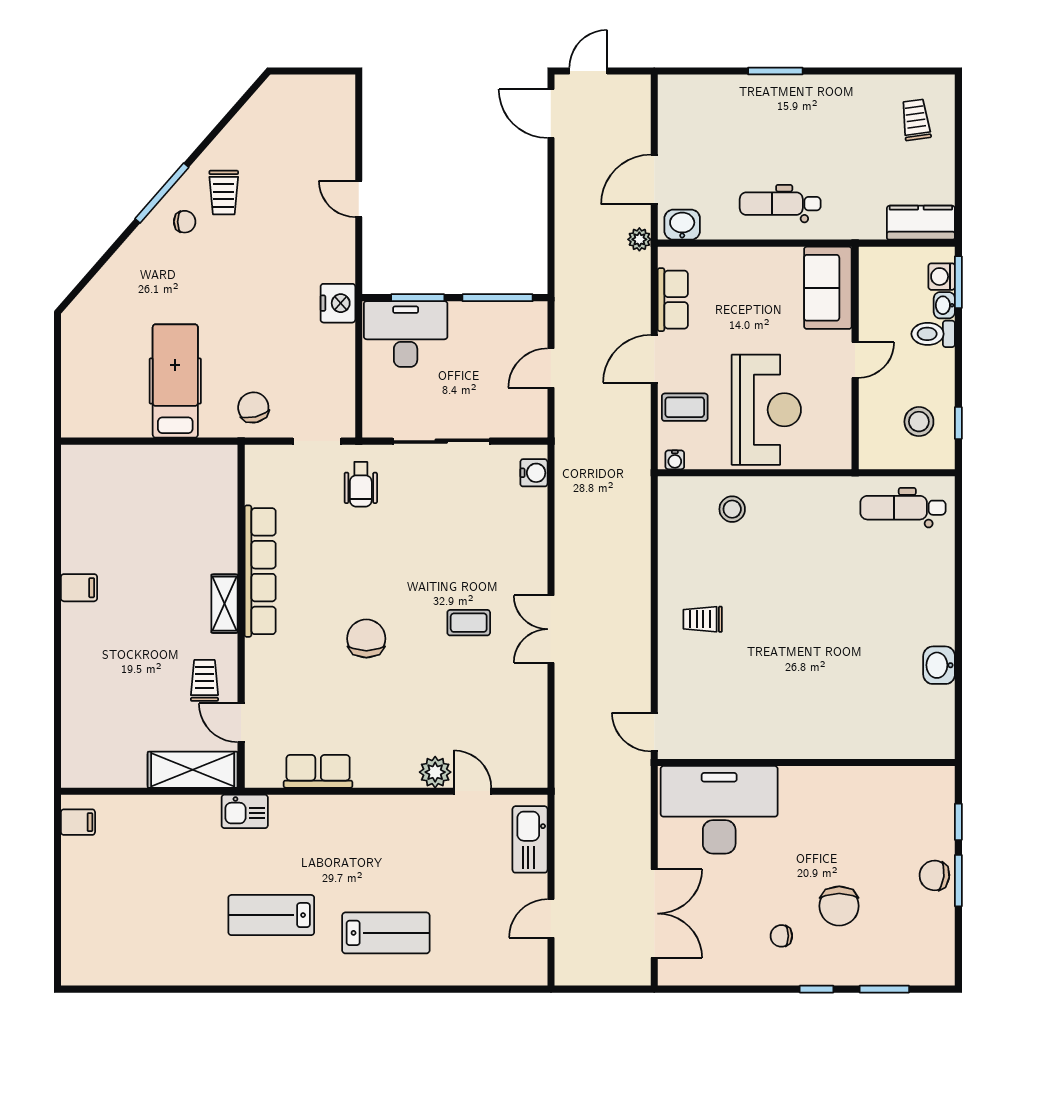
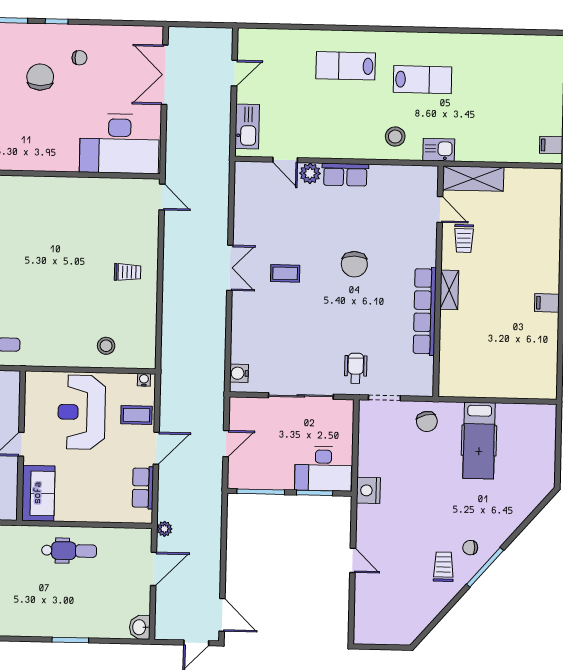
washbasin: (682, 225) -> (140, 627), moved, turned 90
row of seats: (318, 771) -> (345, 175), moved
stool: (310, 830) -> (395, 137), added

